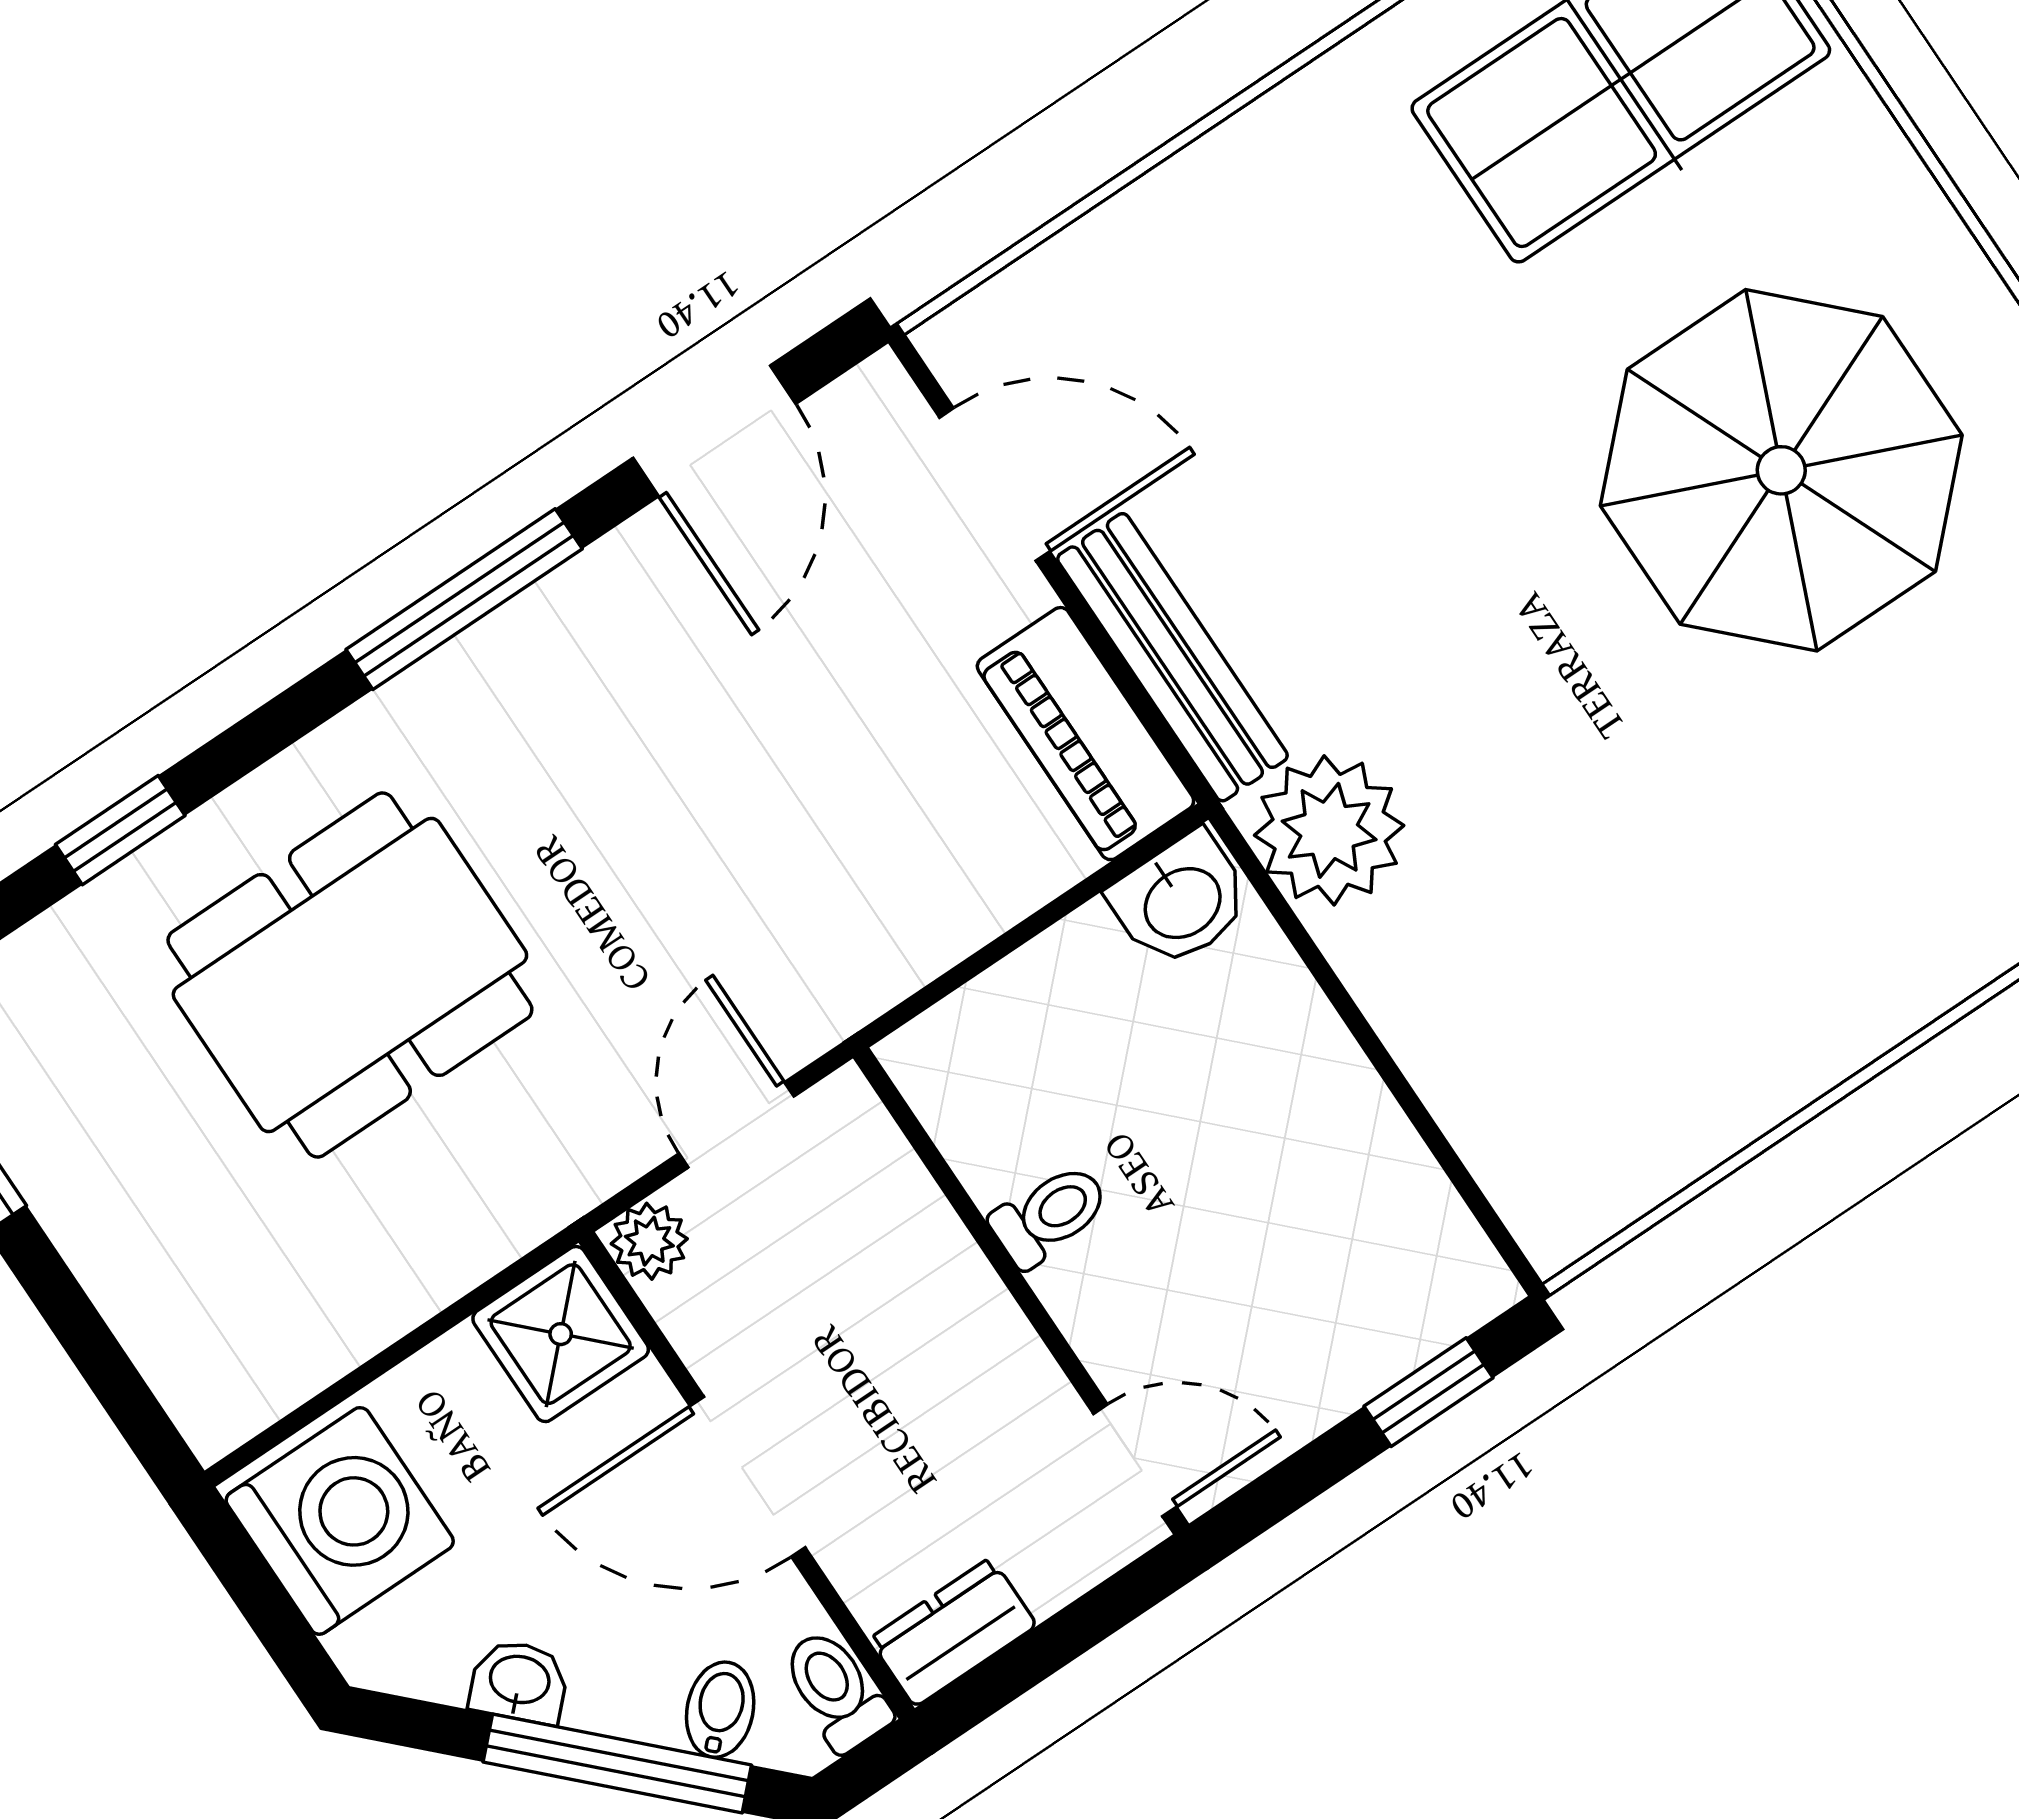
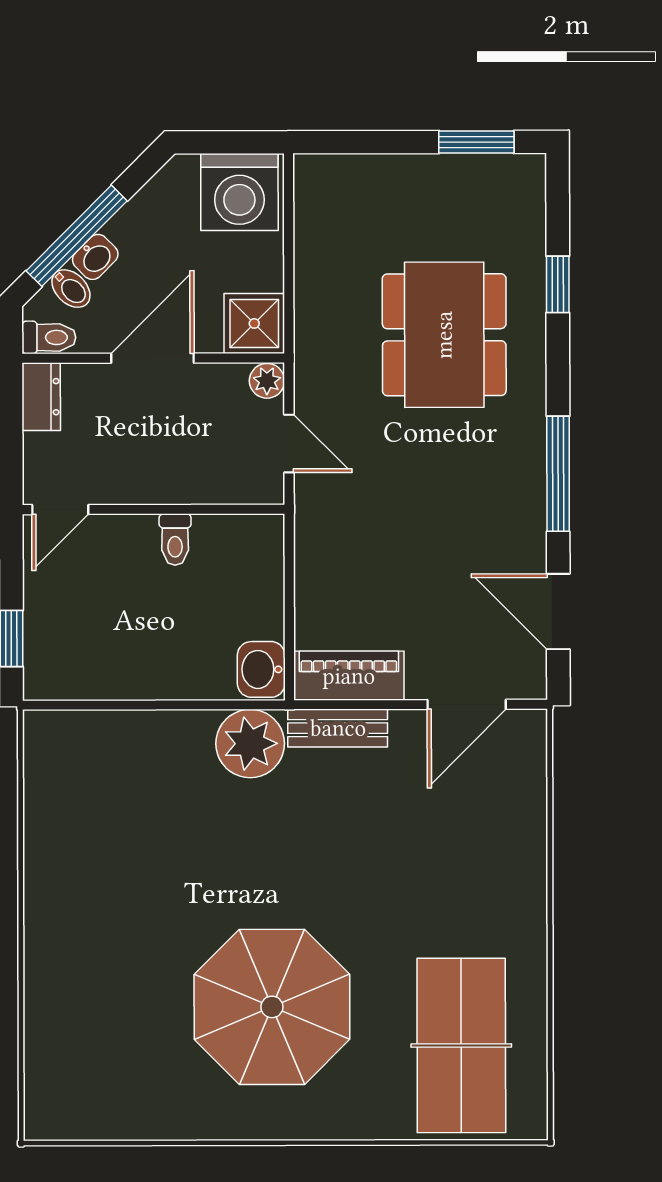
bench: (1172, 657) -> (338, 728), width x0.73
washbasin: (519, 1682) -> (95, 257), moved

